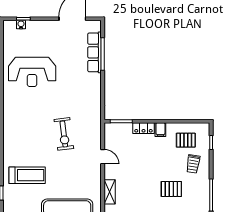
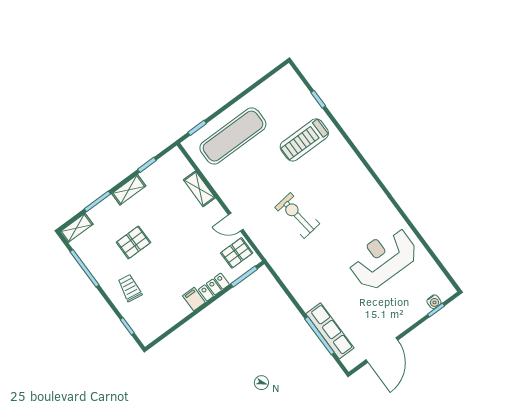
pallet: (186, 140) -> (237, 253), moved

